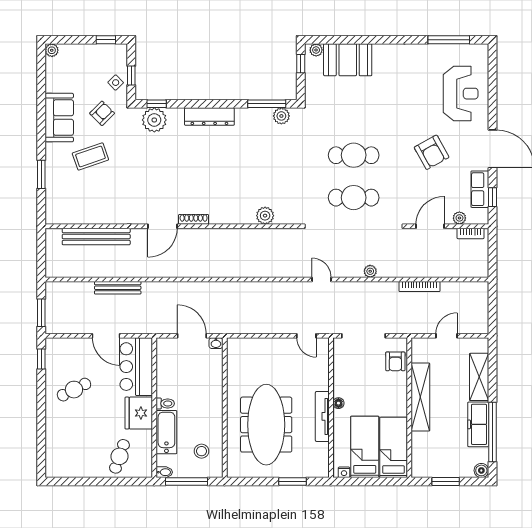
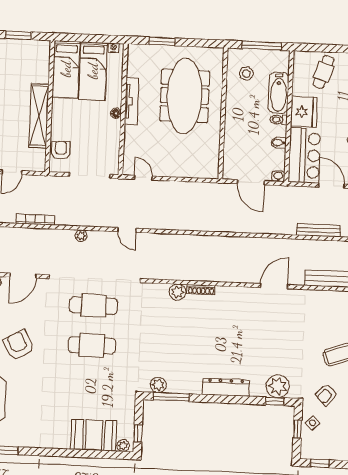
shoe rack: (194, 219) -> (201, 290), moved
washbasin: (216, 343) -> (278, 176), moved
bidet: (164, 472) -> (278, 143), moved

